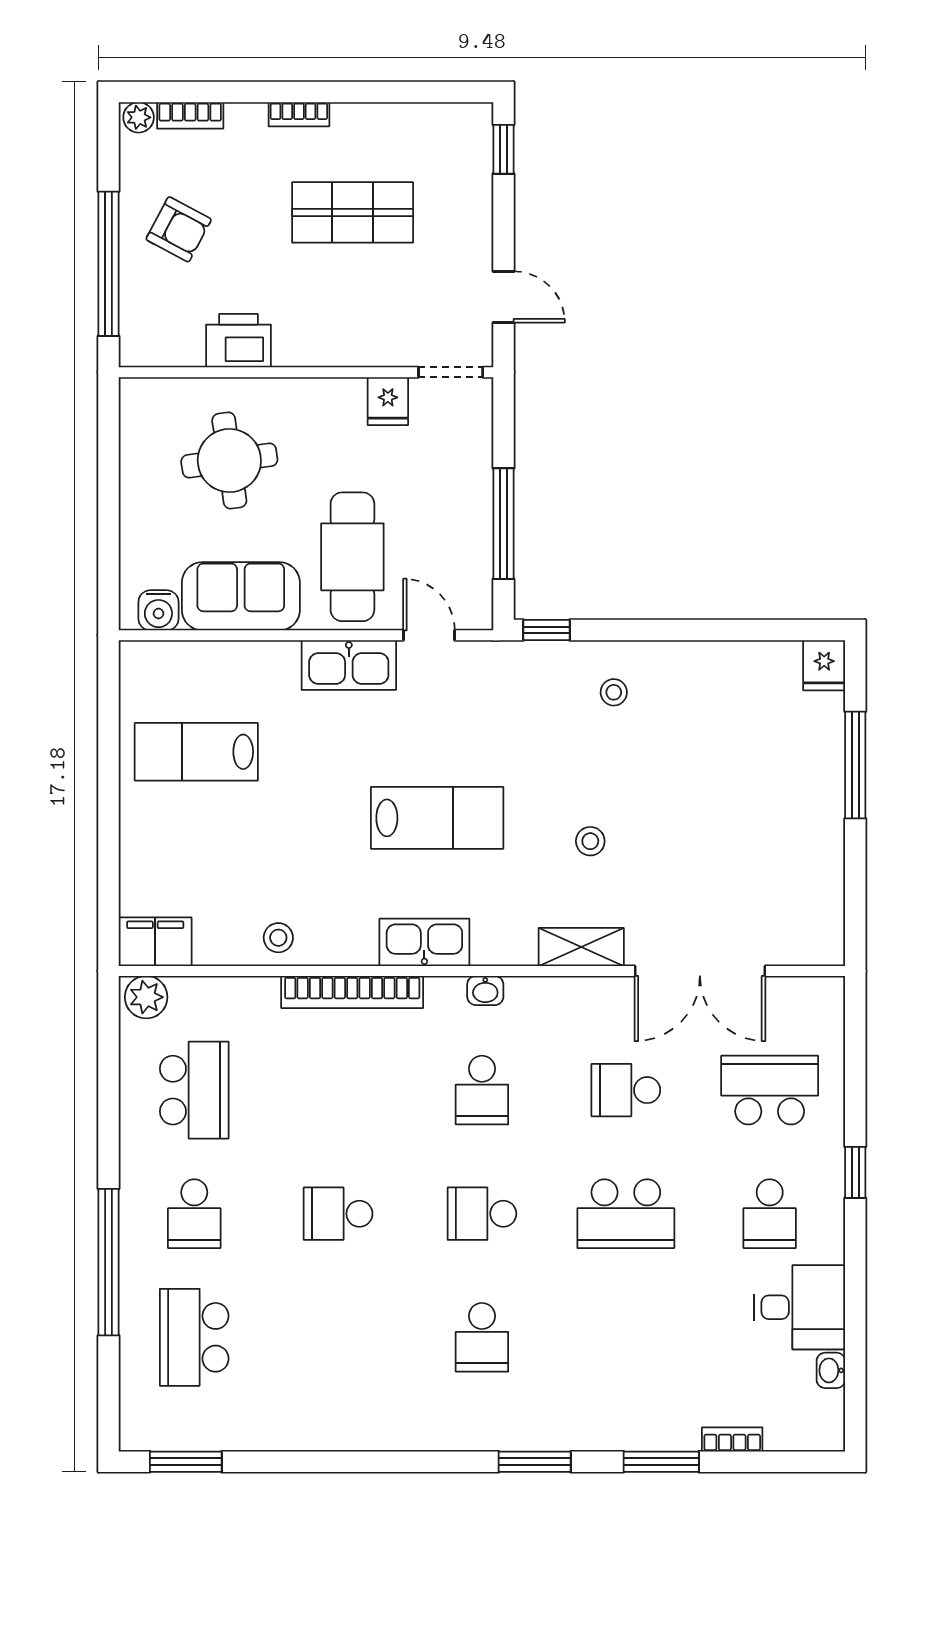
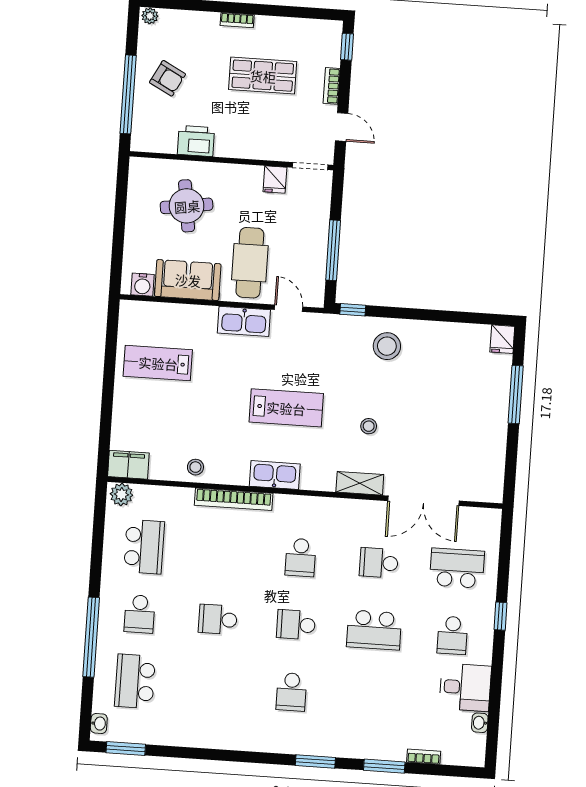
bookcase: (190, 115) -> (332, 86), moved, turned 90
stool: (614, 692) -> (387, 346), width x1.89, depth x1.89
washbasin: (485, 990) -> (99, 723), moved, turned -90

